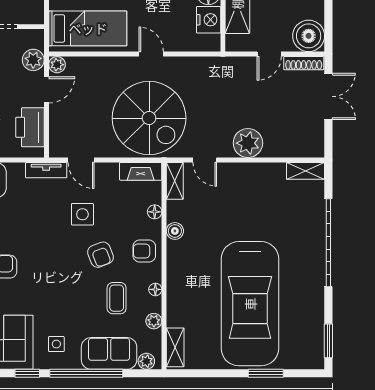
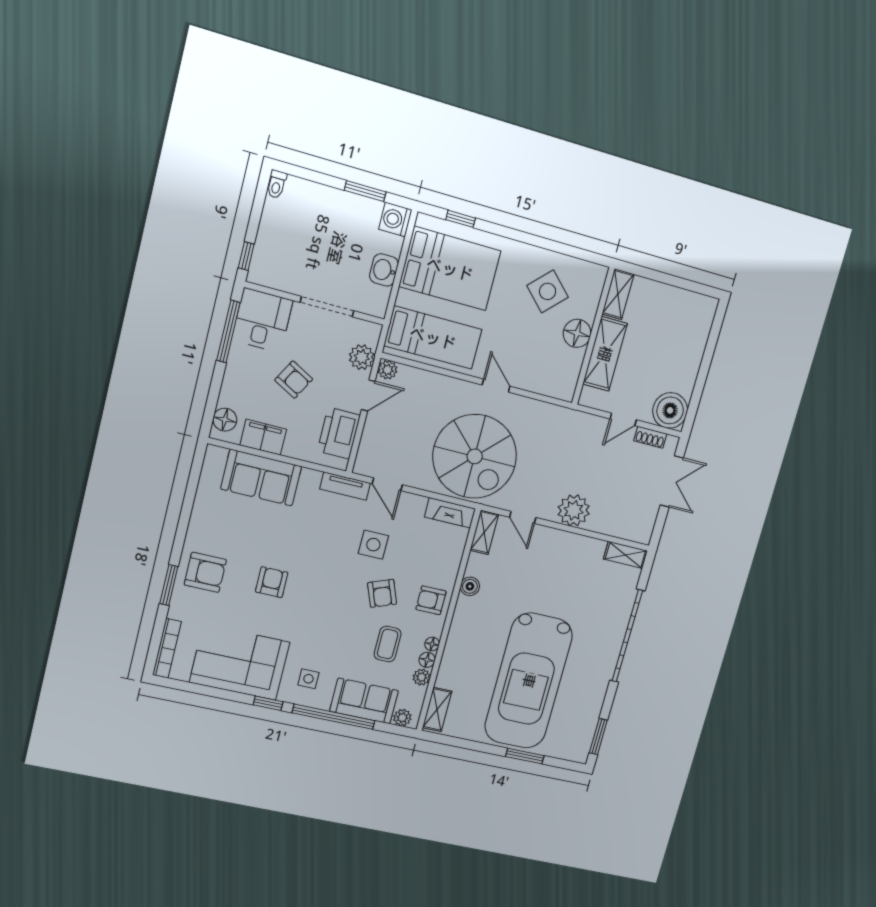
nightstand: (209, 20) -> (569, 364), removed
shoe rack: (304, 63) -> (650, 437), width x0.70
floor lamp: (155, 212) -> (427, 660), moved

